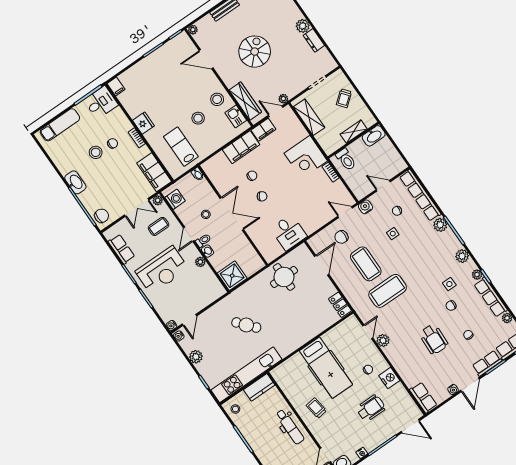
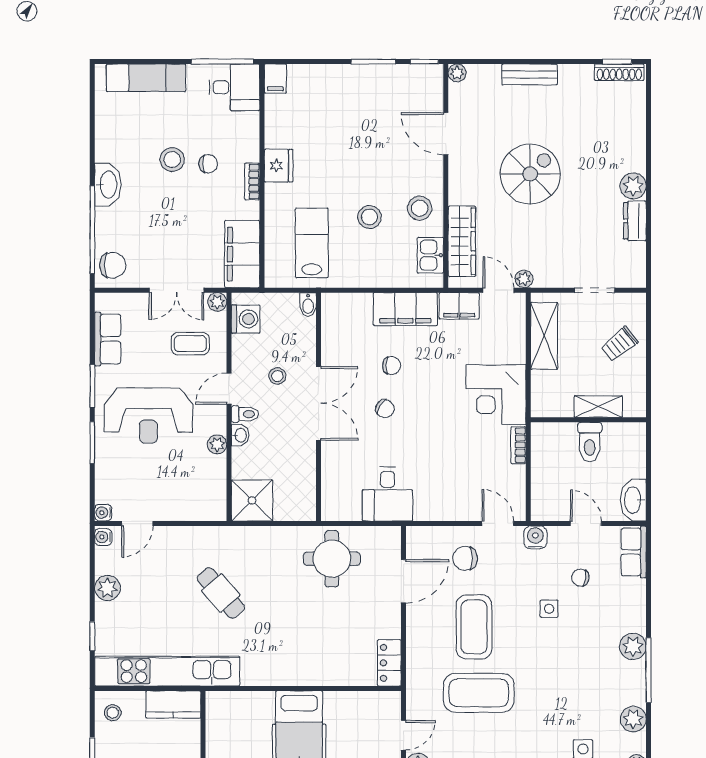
washbasin: (374, 136) -> (633, 500), moved, turned 90
toilet: (346, 159) -> (590, 442), moved
row of seats: (420, 195) -> (634, 552), width x0.50

